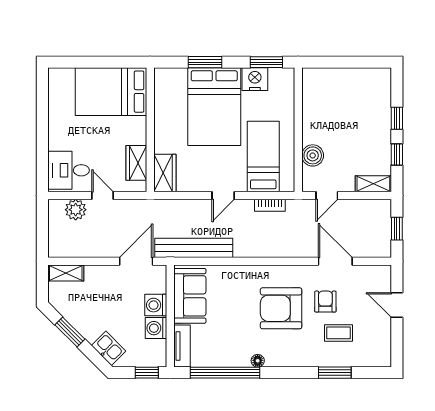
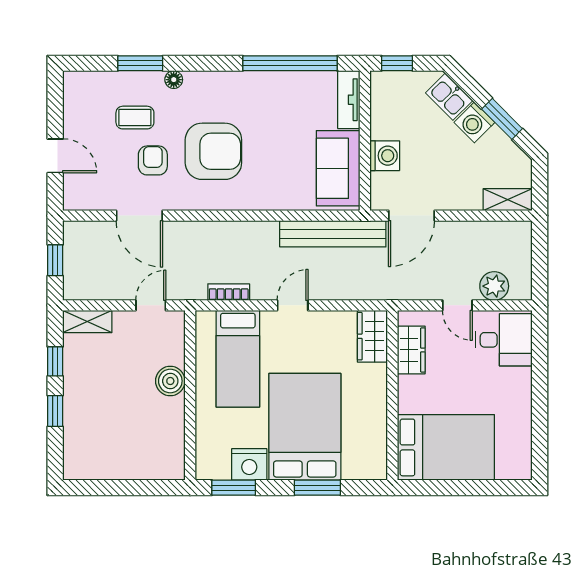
boiler: (313, 155) -> (170, 381), moved
armchair: (325, 302) -> (153, 160), turned 180
washing machine: (156, 328) -> (474, 122), moved, turned 135
floor lamp: (258, 361) -> (174, 80), moved

